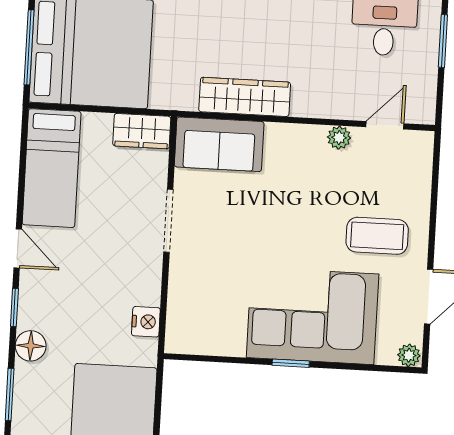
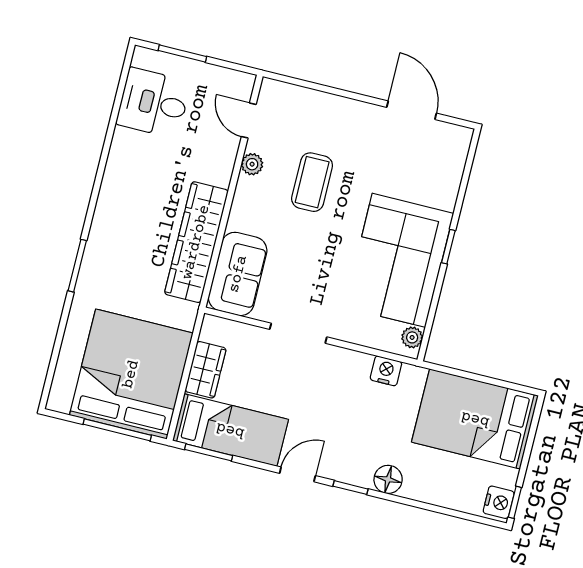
wardrobe: (245, 97) -> (196, 242), width x1.40, depth x1.17
wardrobe: (142, 131) -> (206, 370), moved
coffee table: (377, 236) -> (312, 182), moved
corner sofa: (313, 316) -> (399, 260), moved
plant: (409, 355) -> (412, 337), moved
window: (10, 394) -> (209, 452), moved

